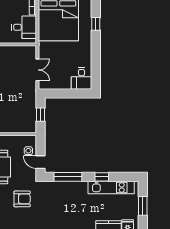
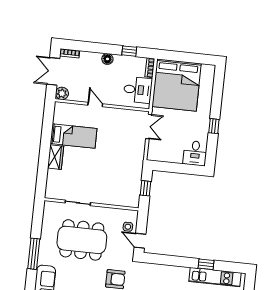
window: (96, 24) -> (214, 126), moved
double door: (37, 70) -> (149, 127), moved
window: (68, 177) -> (168, 260), removed

